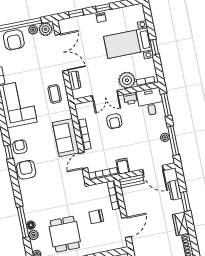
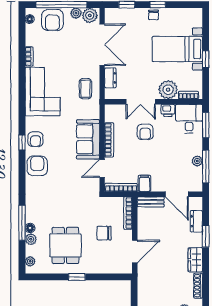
armchair: (20, 147) -> (35, 139), turned 180

